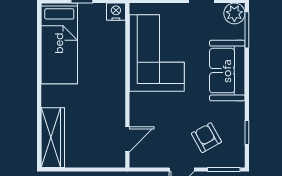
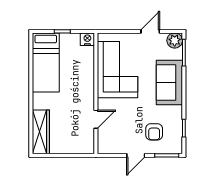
armchair: (206, 138) -> (154, 132), turned -151
door: (127, 139) -> (96, 119), moved

